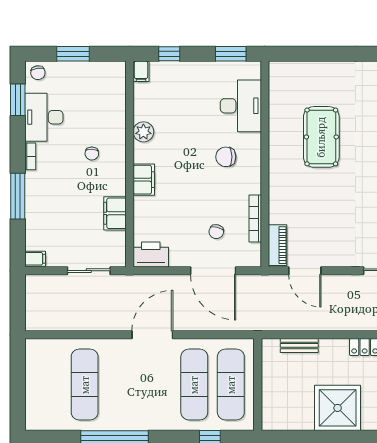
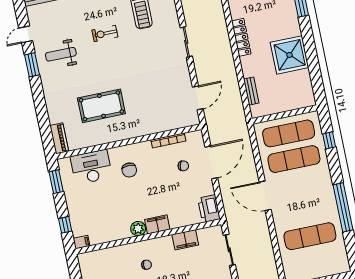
plant: (143, 132) -> (138, 229), moved
piano: (278, 245) -> (59, 138), moved, turned 90

